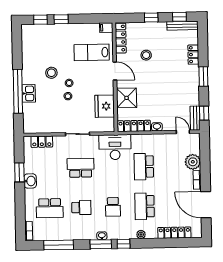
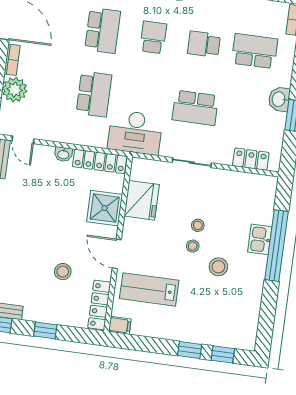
lab bench: (92, 52) -> (149, 289), turned 180

